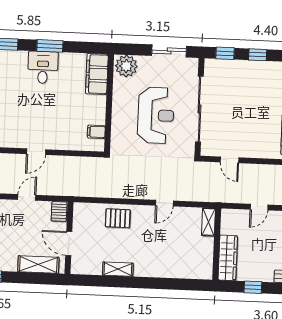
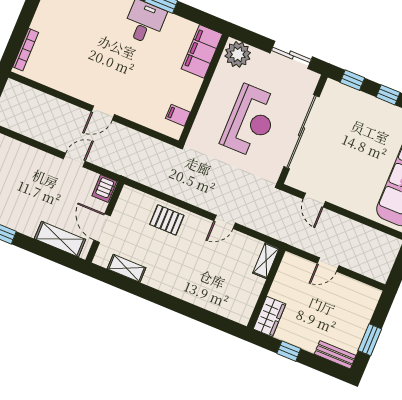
wardrobe: (228, 258) -> (270, 316), width x0.67
shelving: (118, 269) -> (127, 268), moved

